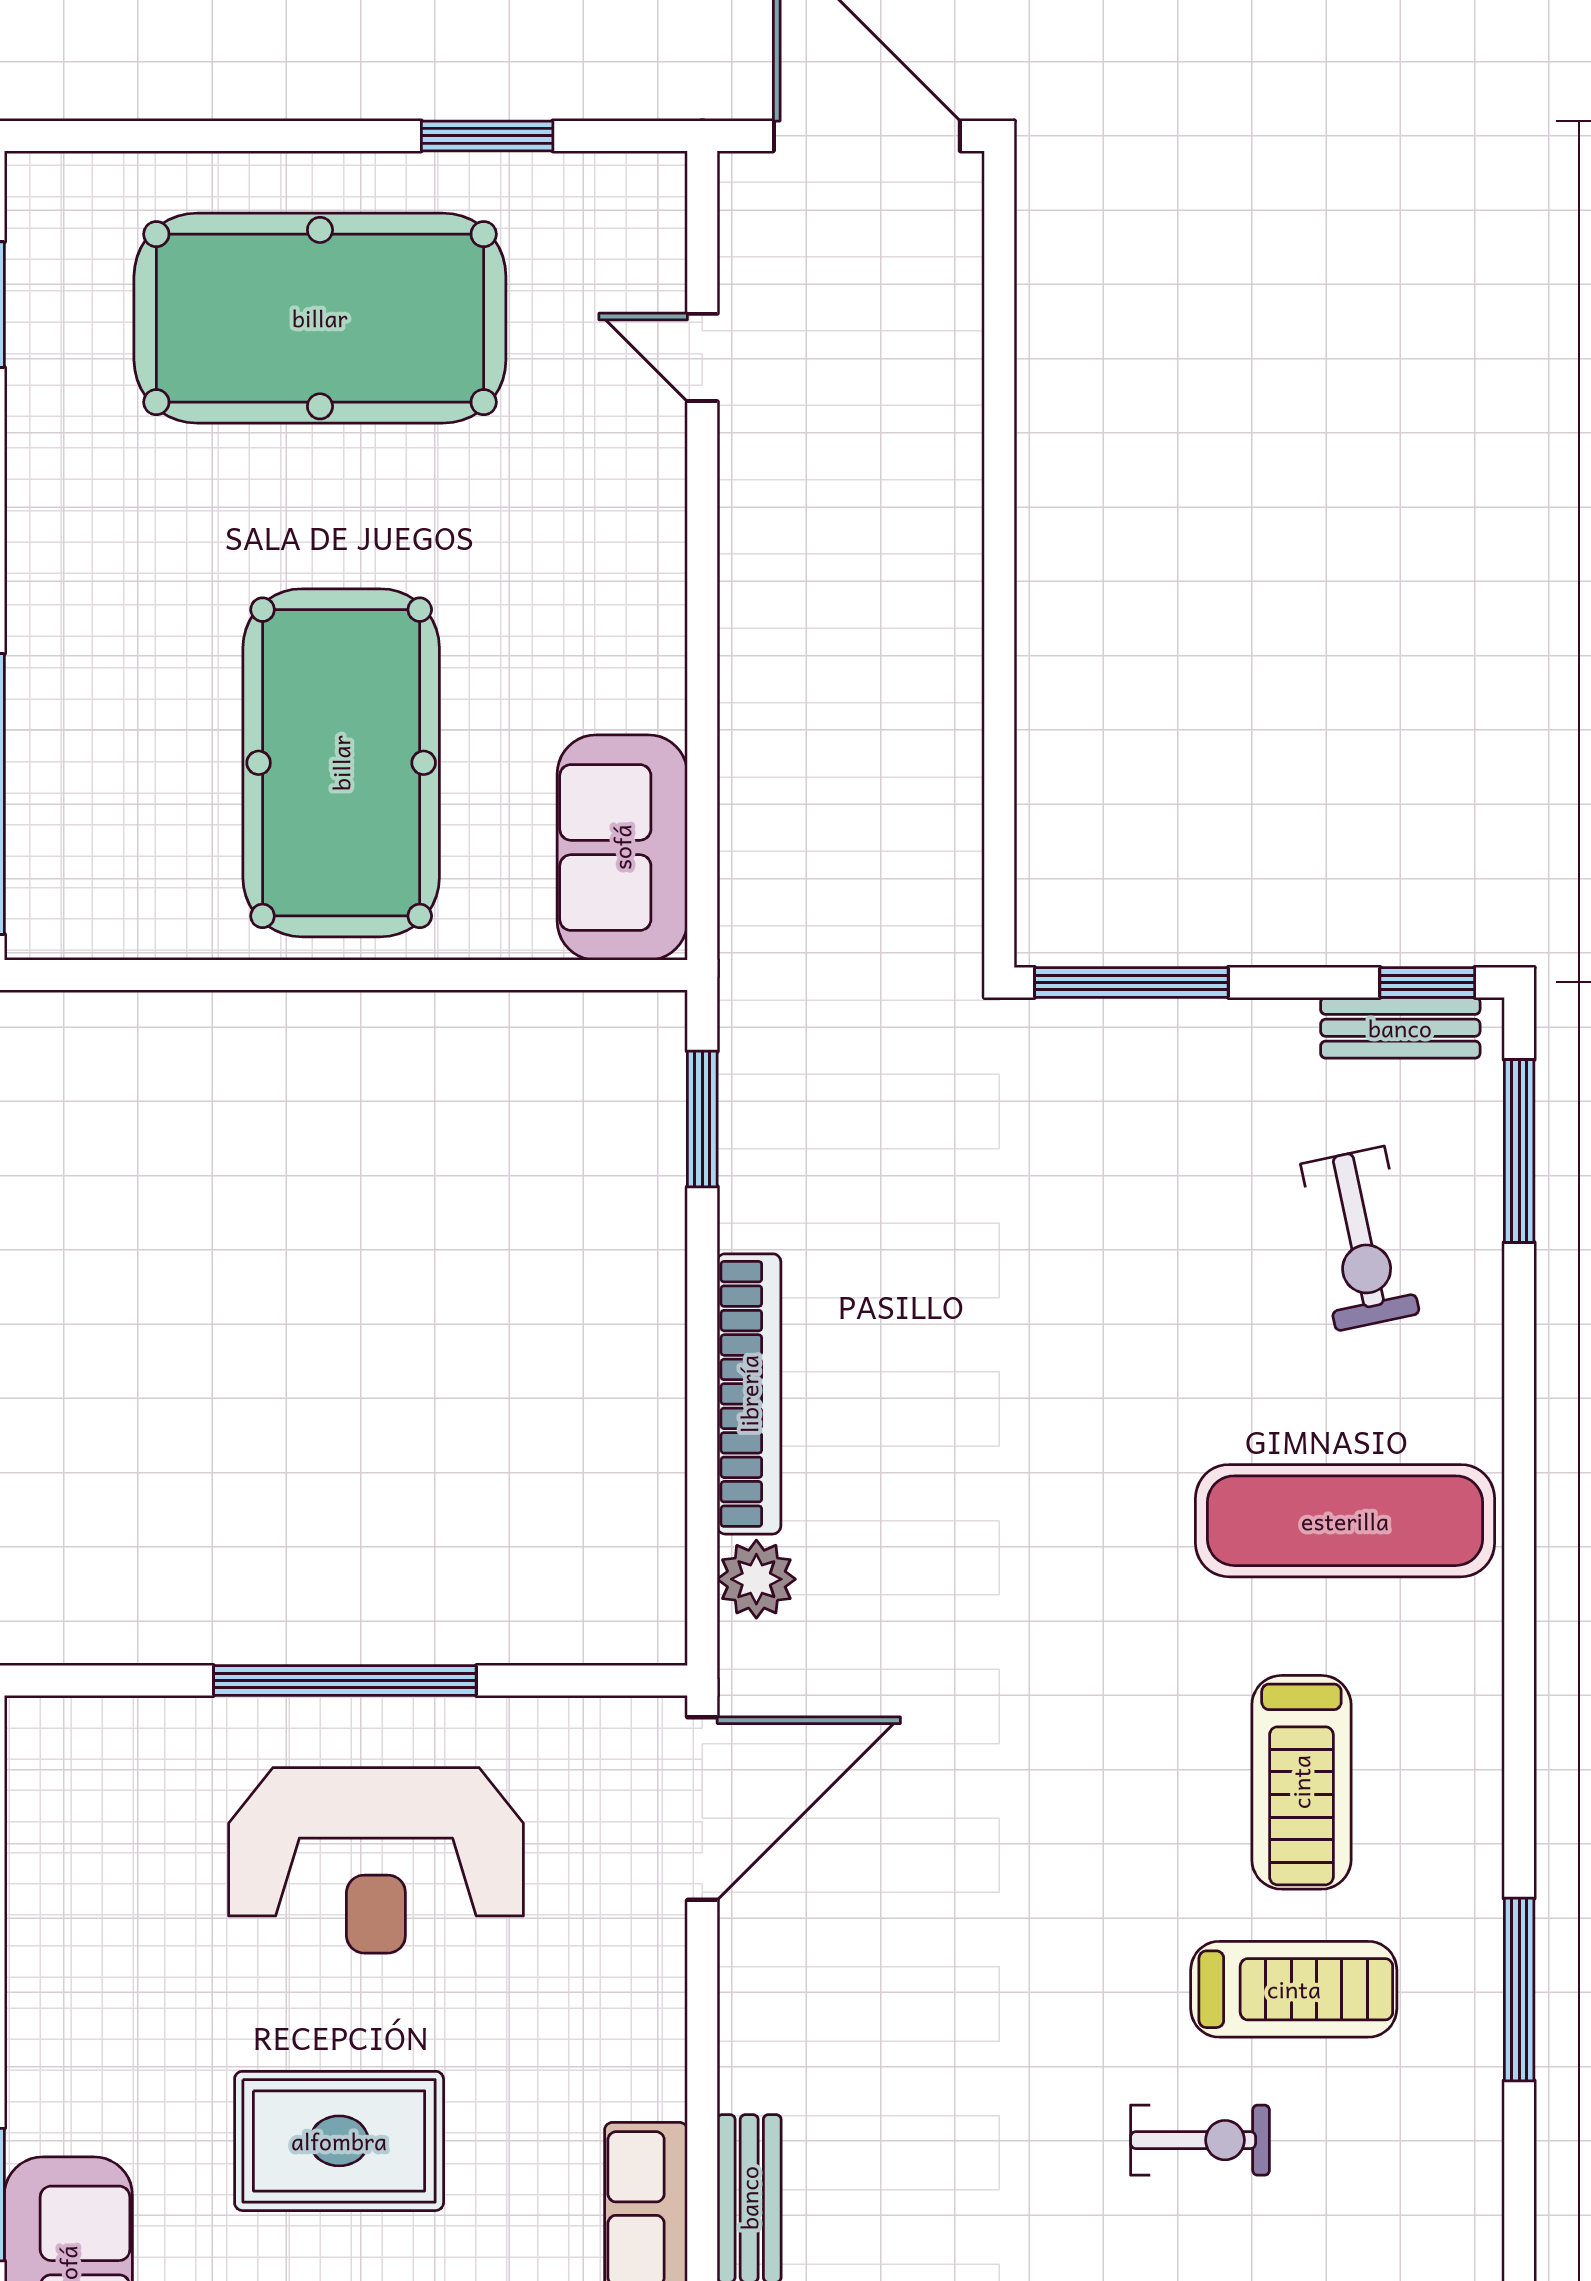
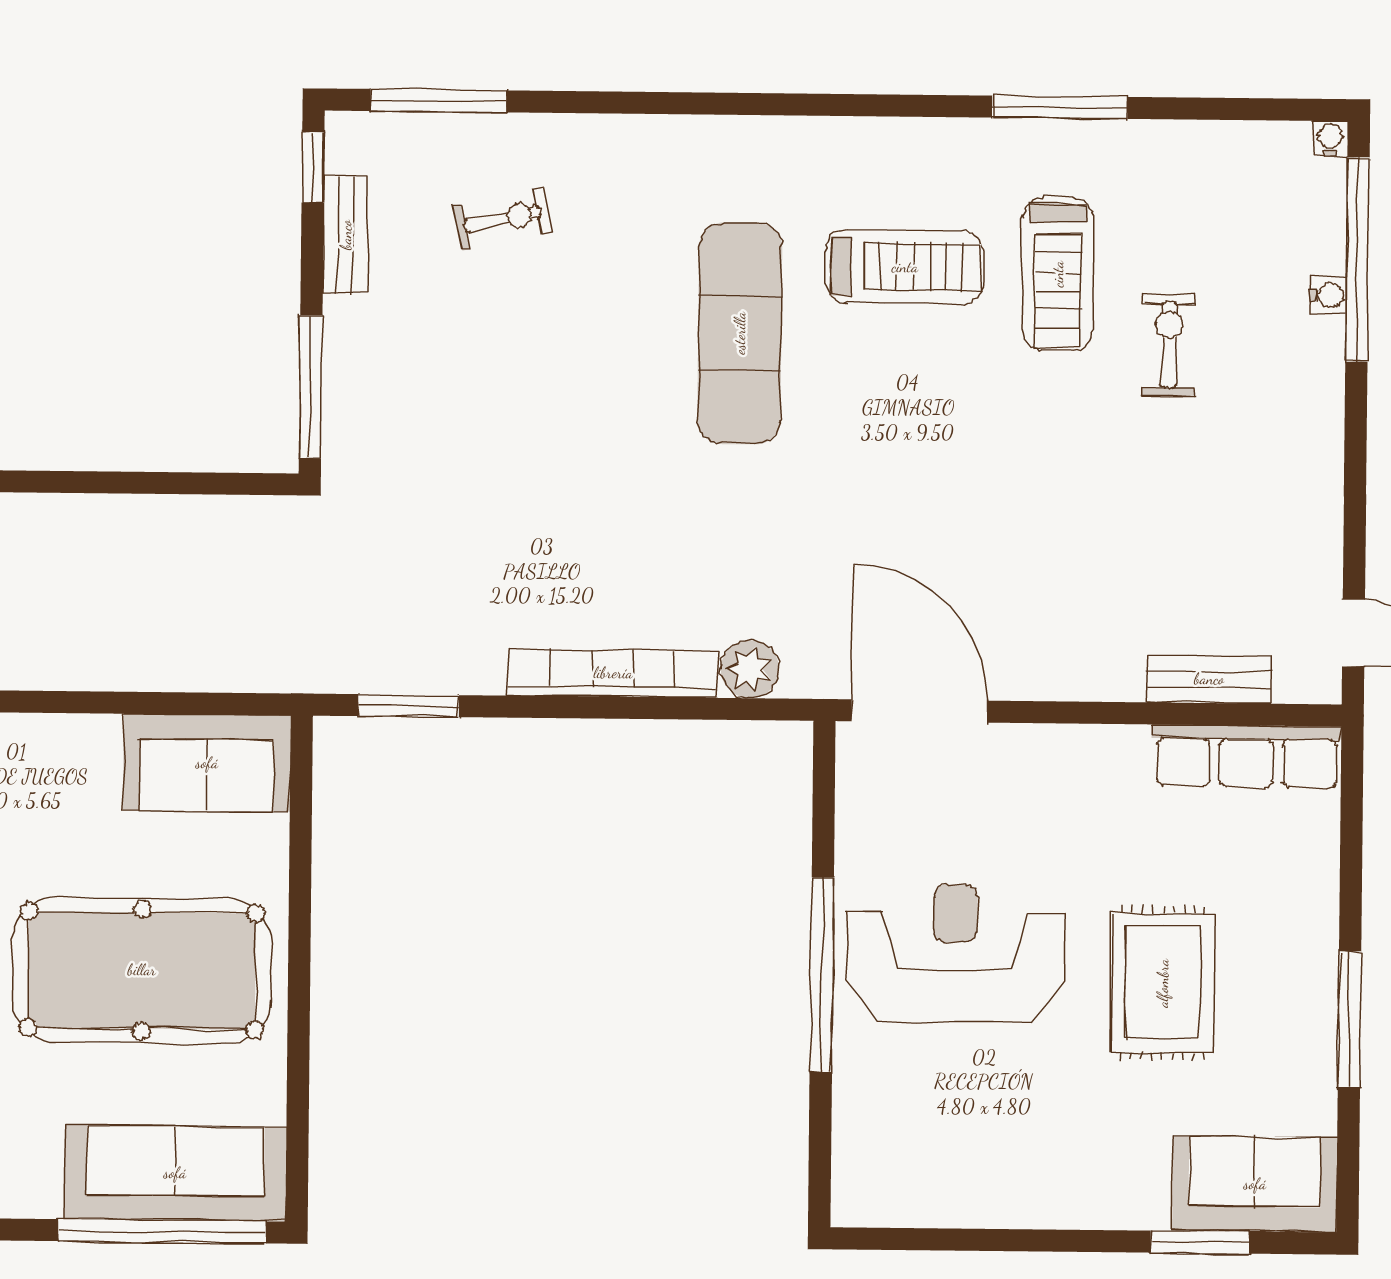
sofa: (68, 811) -> (175, 1173), added
bench: (1400, 1028) -> (346, 235), moved
exercise bike: (1360, 1239) -> (502, 219), width x0.73, depth x0.72
exercise mat: (1345, 1521) -> (740, 333), moved
reception desk: (376, 1860) -> (955, 953), turned -90
treadmill: (1294, 1989) -> (1058, 274), turned 180

